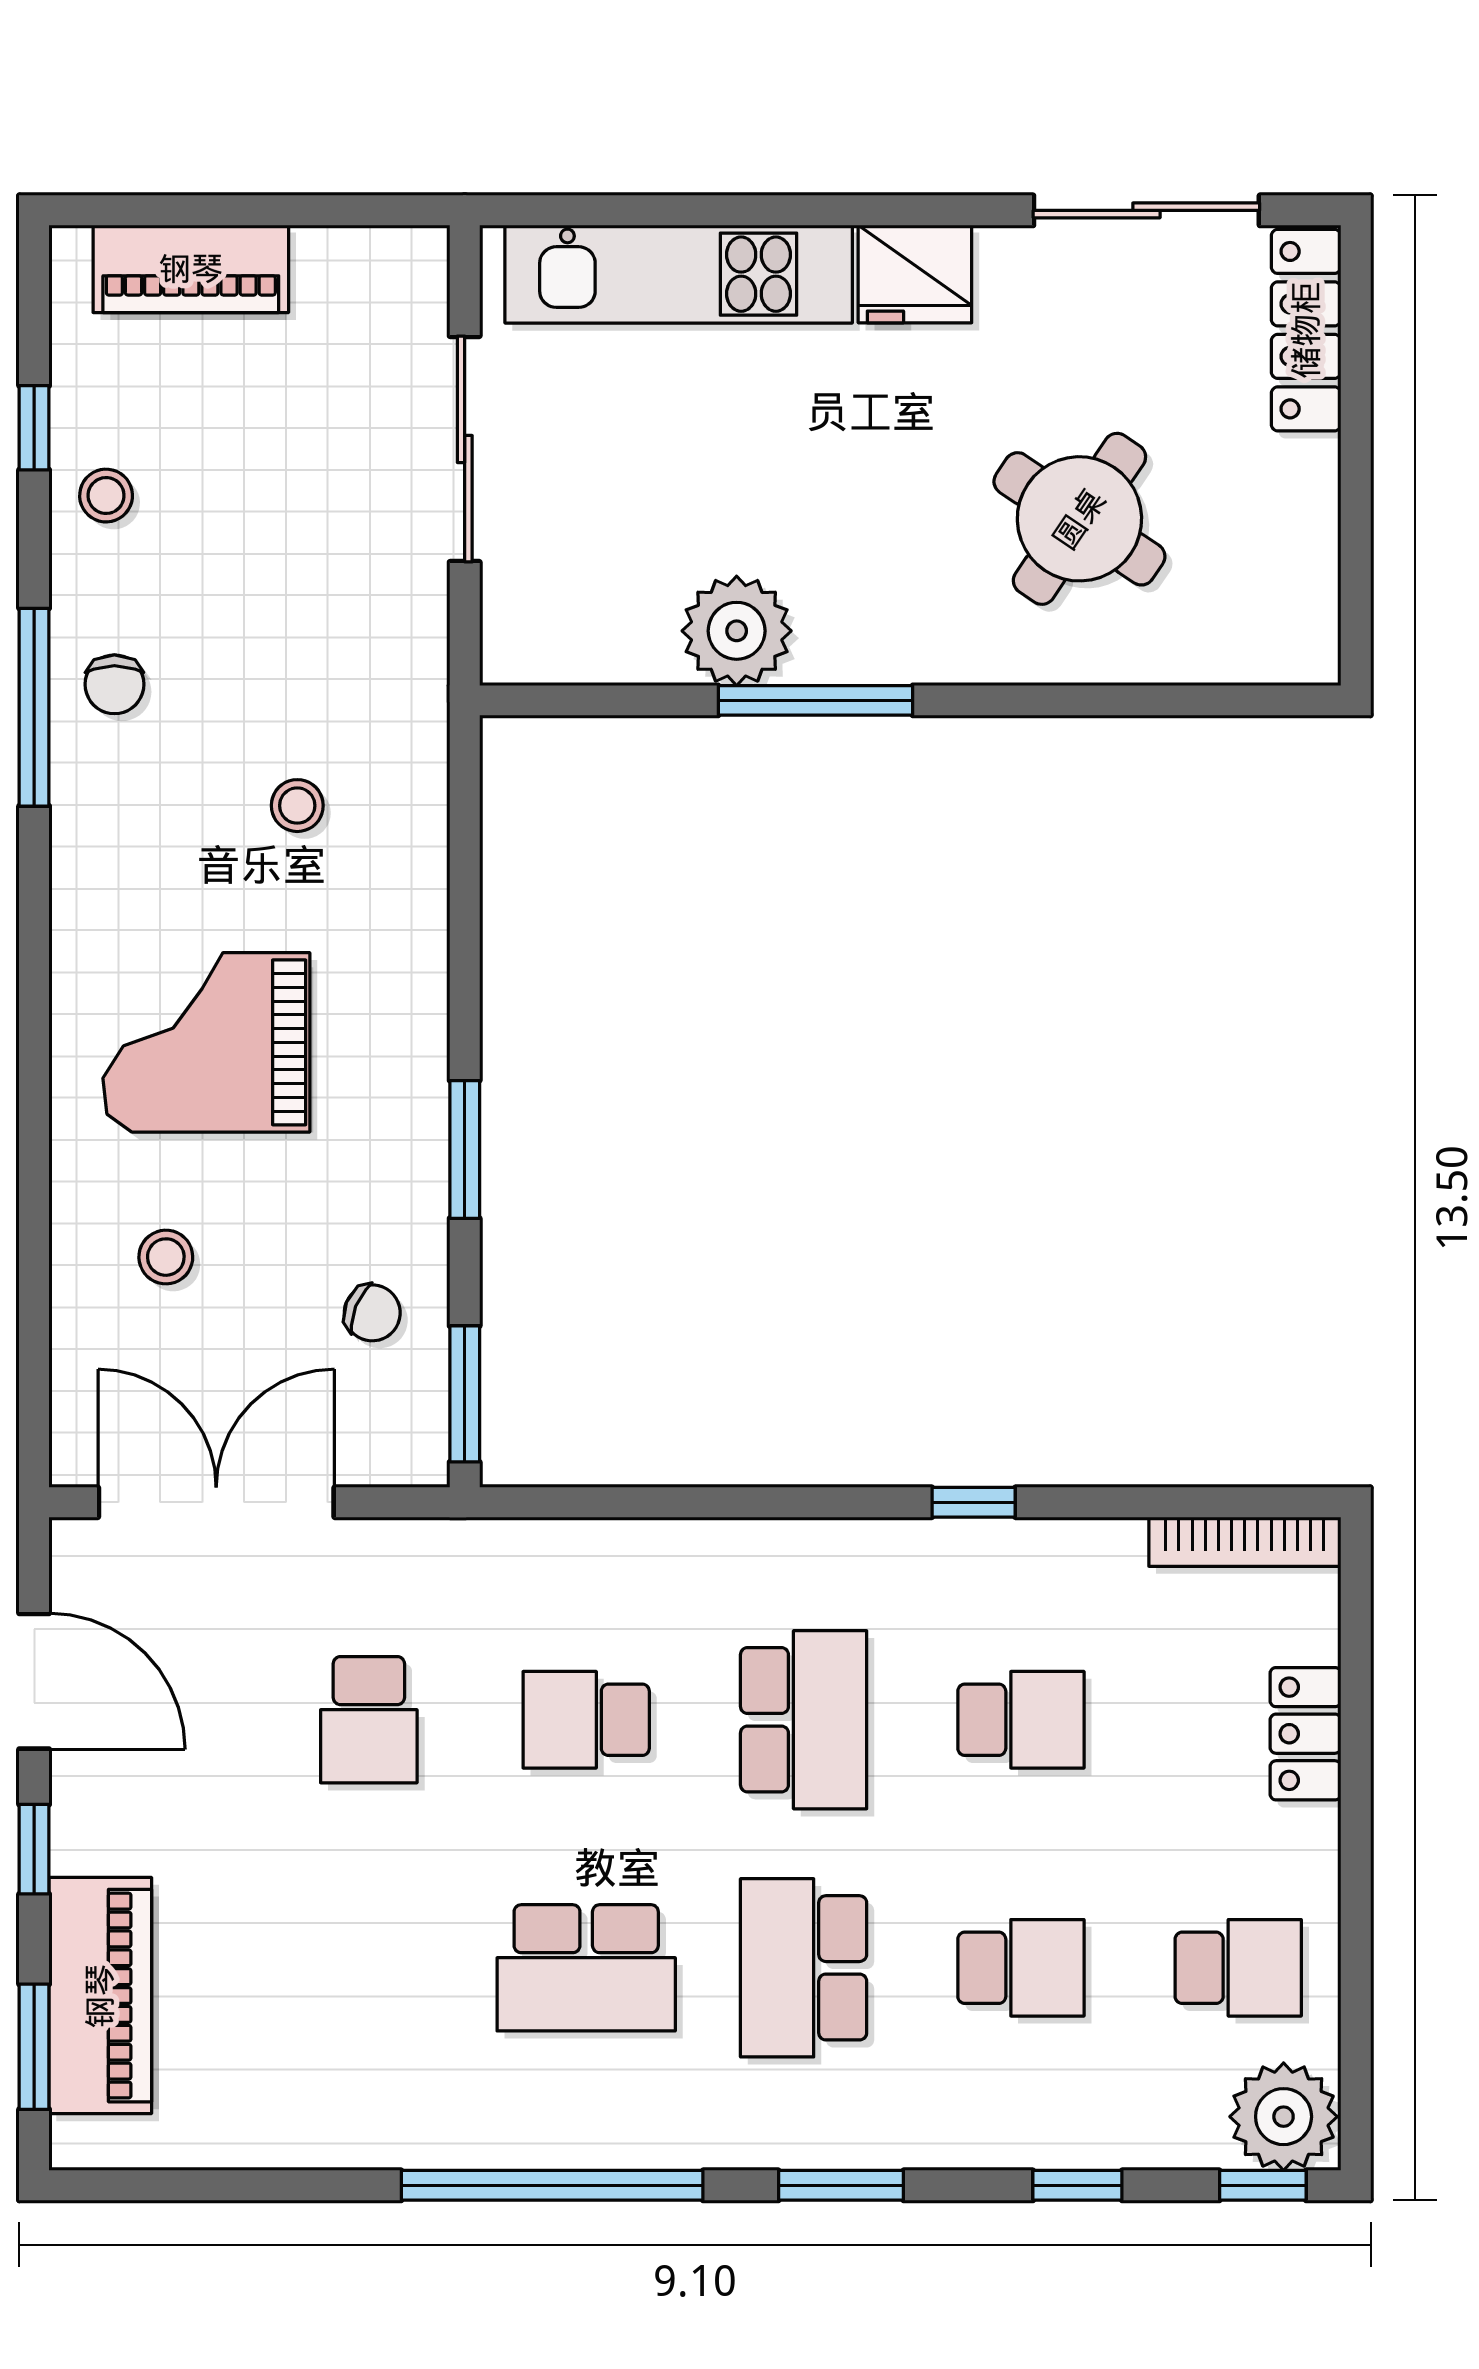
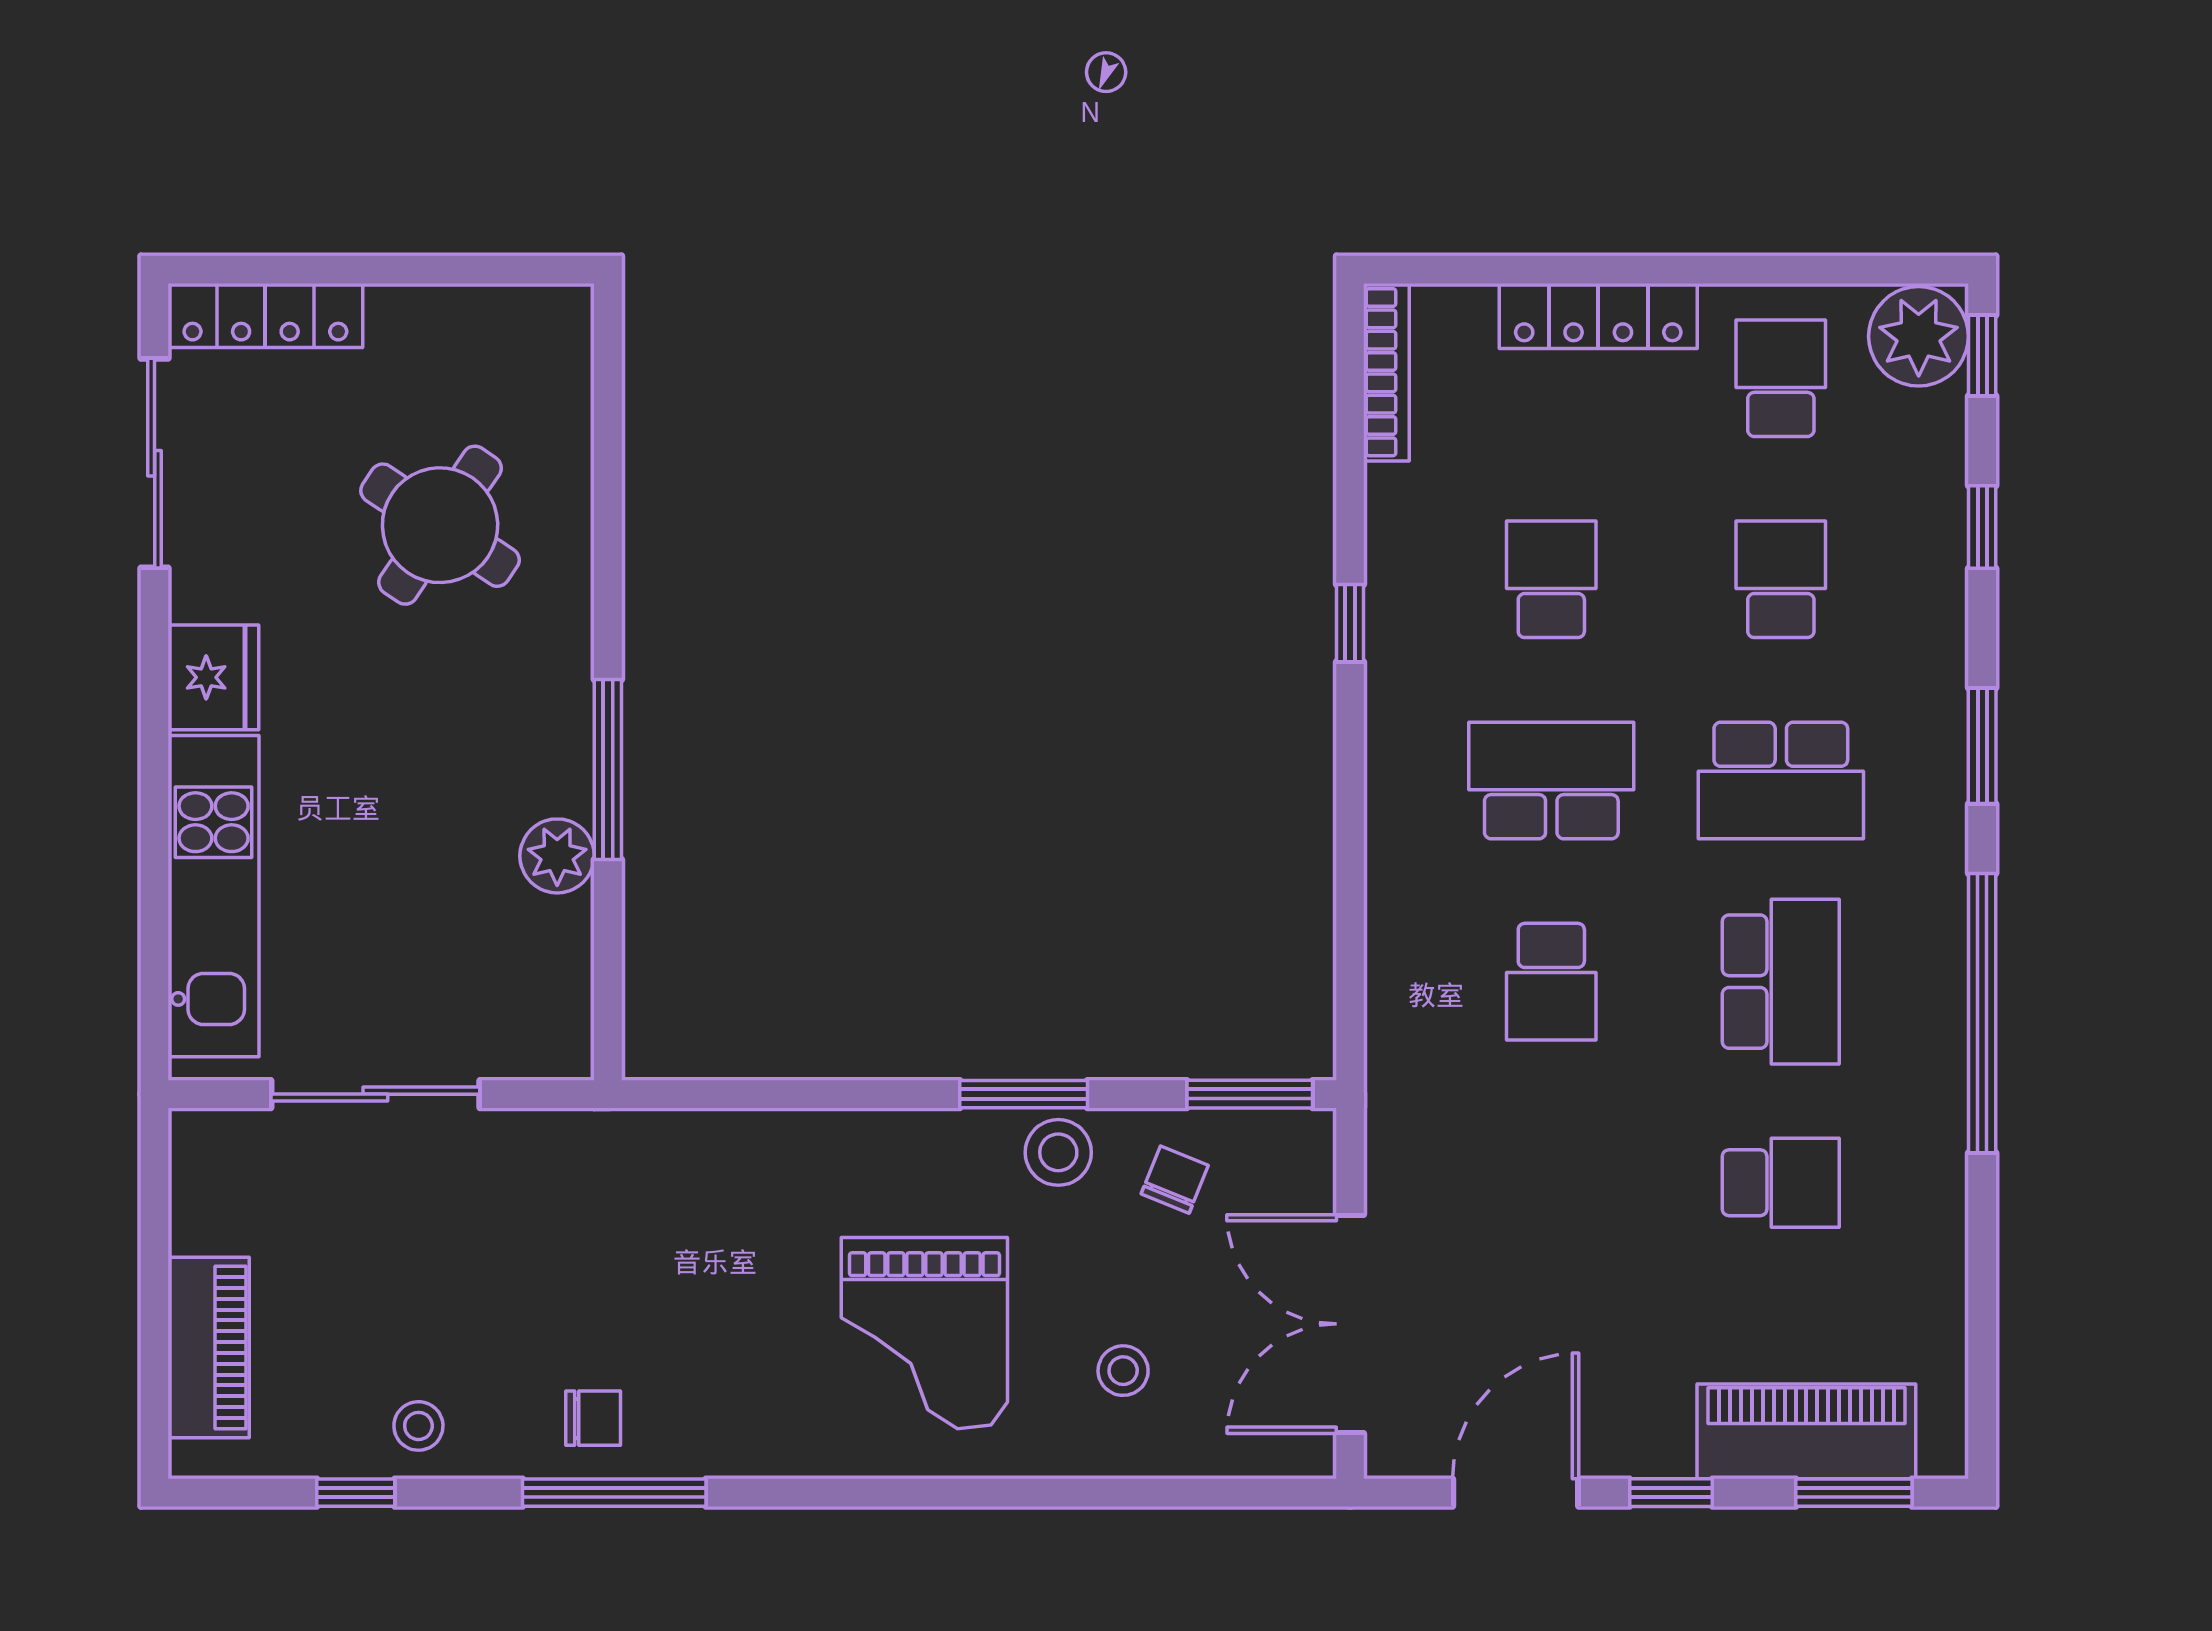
plant: (737, 631) -> (557, 856), width x0.73, depth x0.73
stool: (297, 806) -> (1058, 1152), moved, width x1.37, depth x1.37
school desk: (369, 1720) -> (1781, 1183), moved
locker: (1305, 1734) -> (1598, 316), width x1.53

